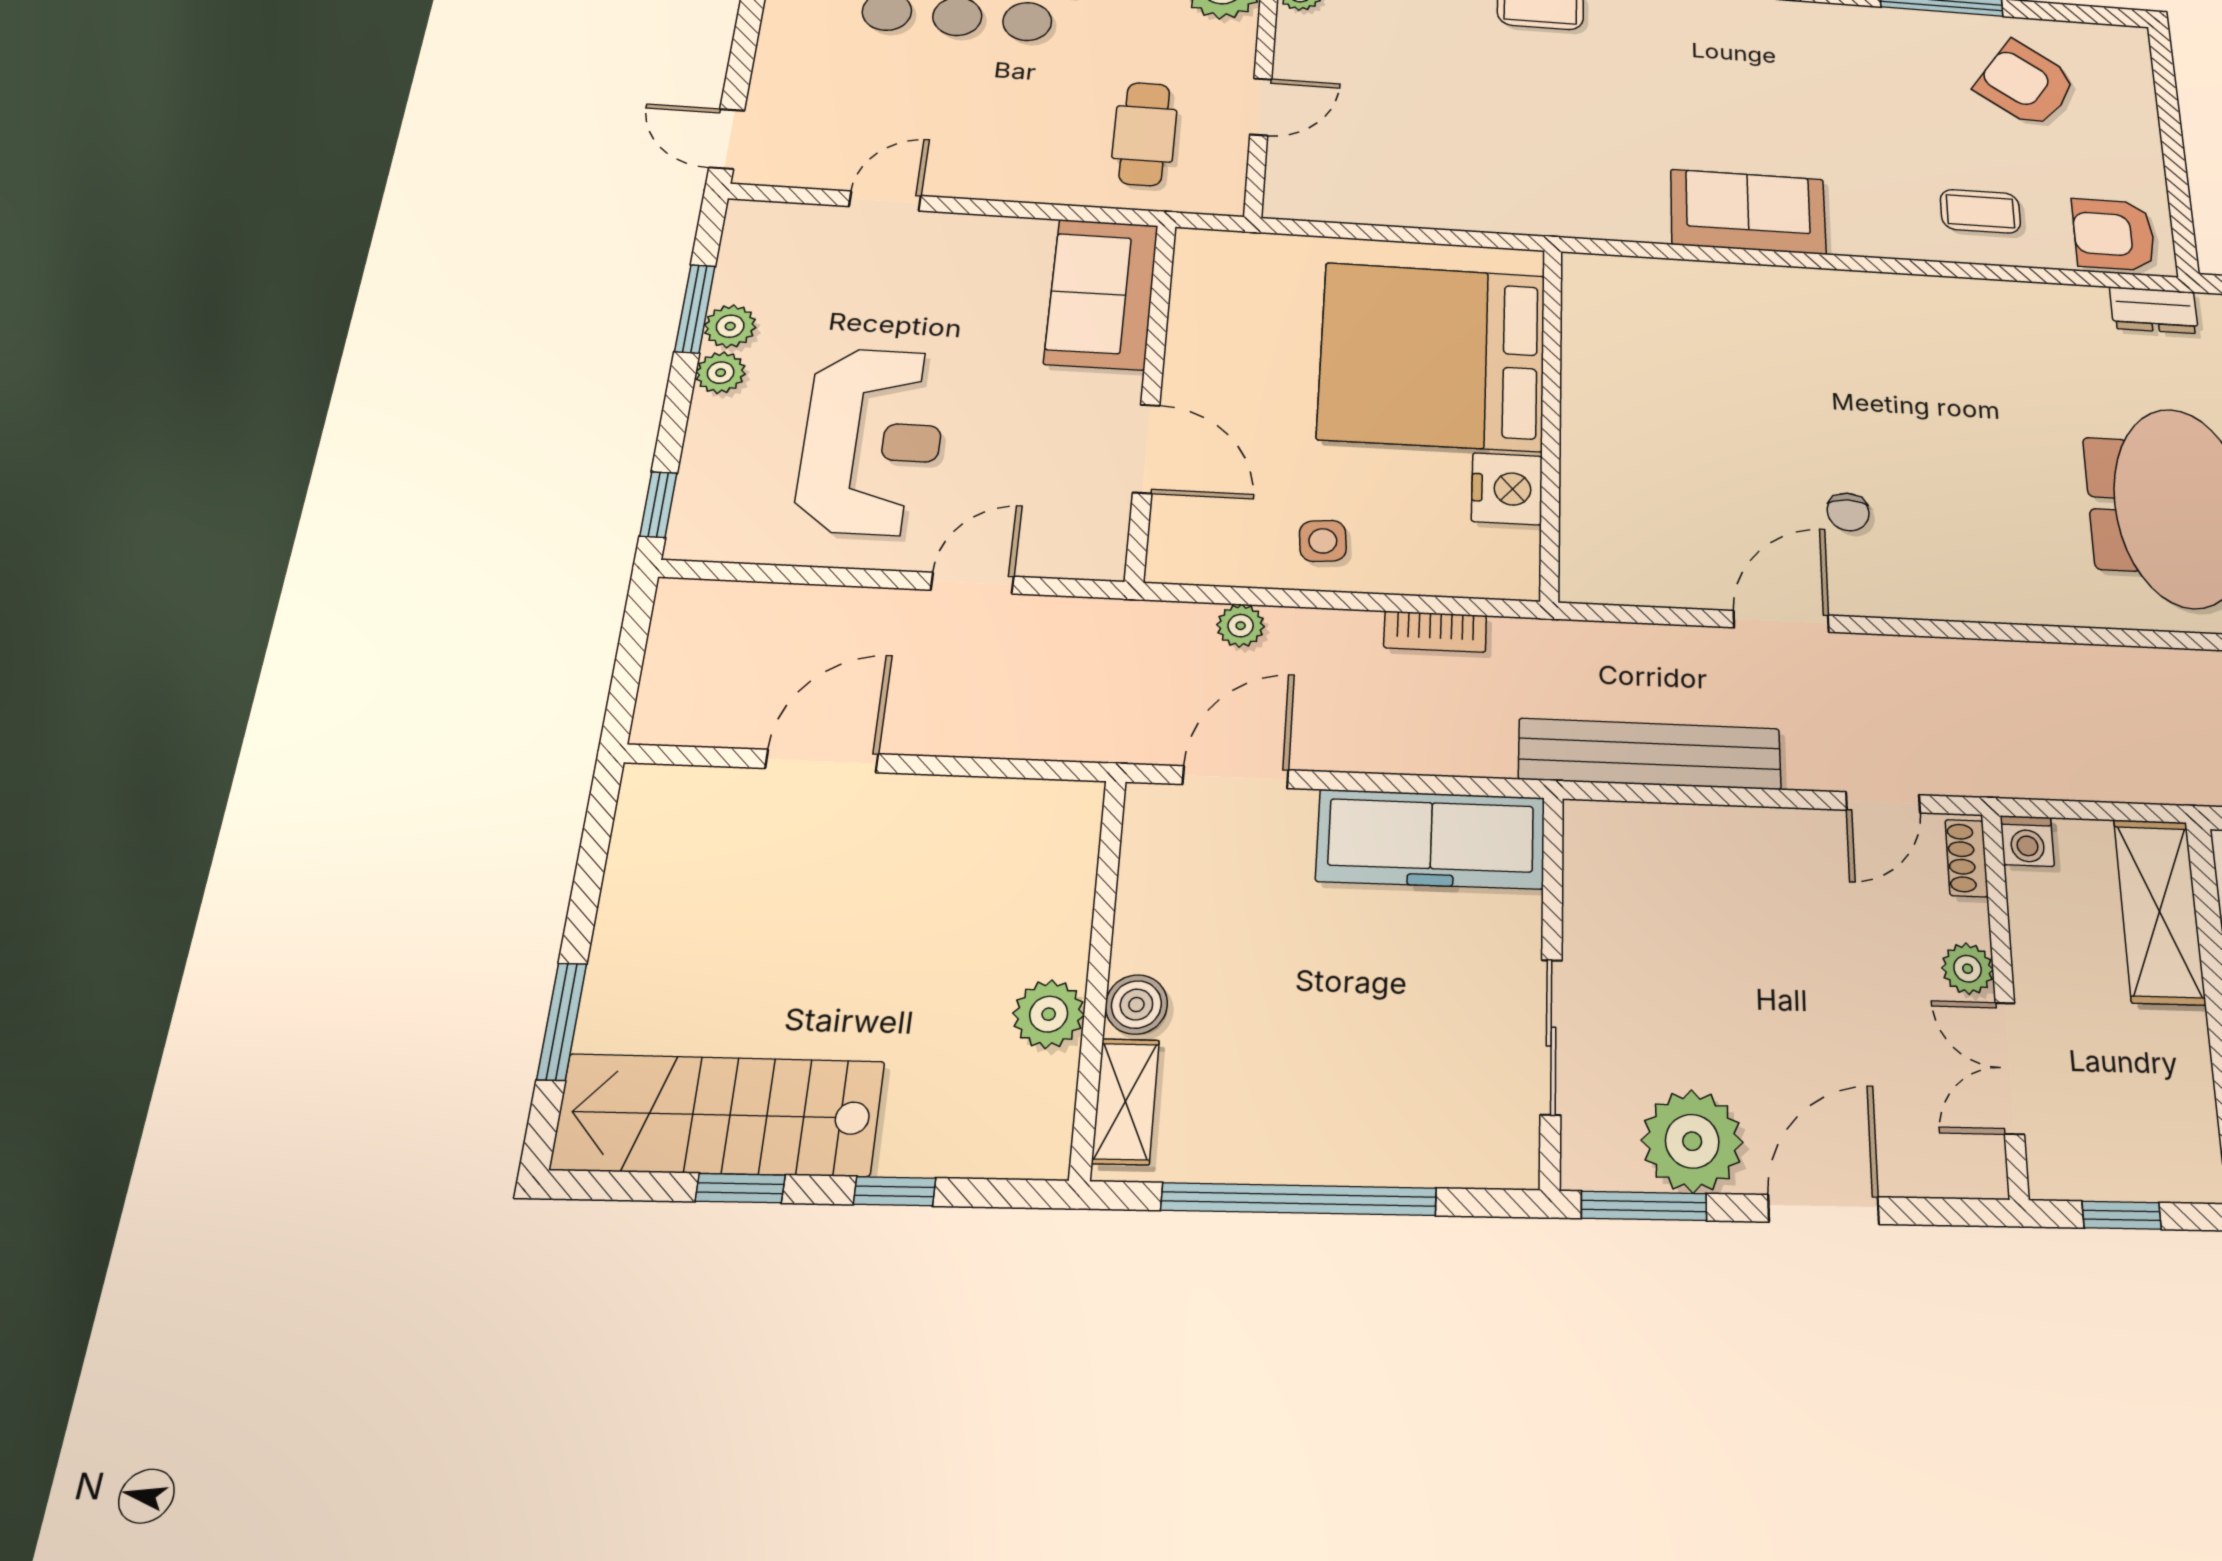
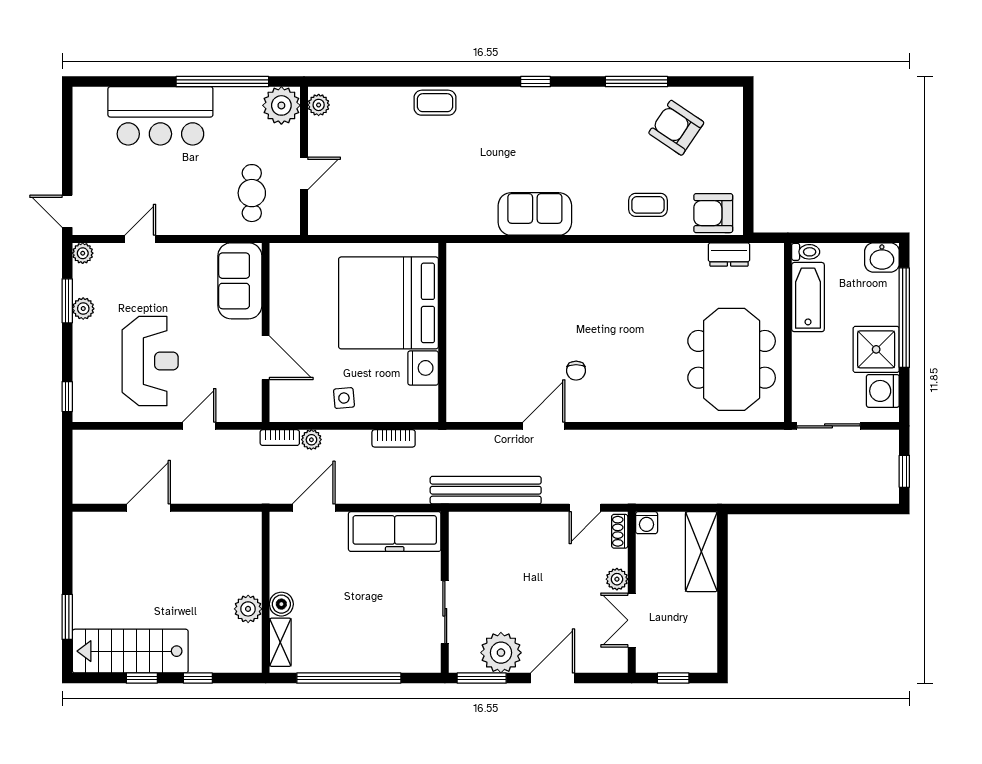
plant: (721, 373) -> (83, 253), moved
bookcase: (1165, 618) -> (280, 438), added

